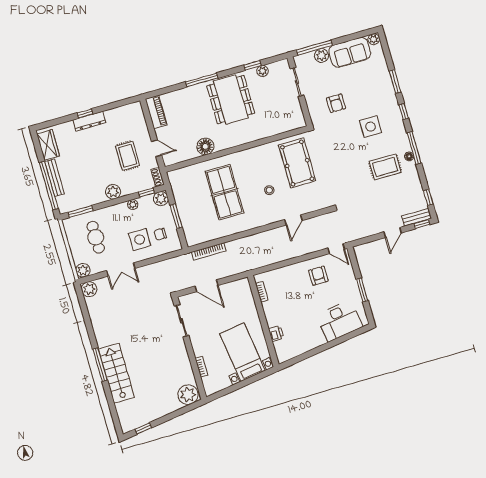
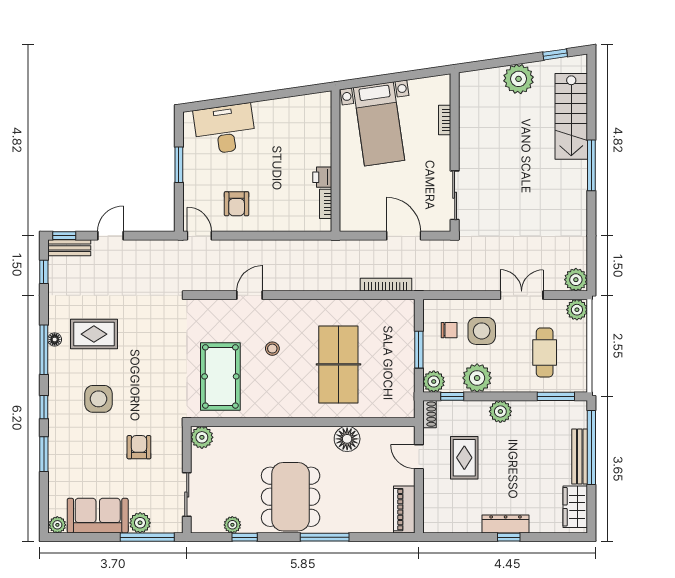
plant: (298, 121) -> (202, 437), added
plant: (133, 205) -> (477, 378), width x1.88, depth x1.88
printer: (276, 333) -> (322, 177), moved
stairs: (116, 373) -> (571, 116), moved
plant: (188, 395) -> (519, 79), moved

